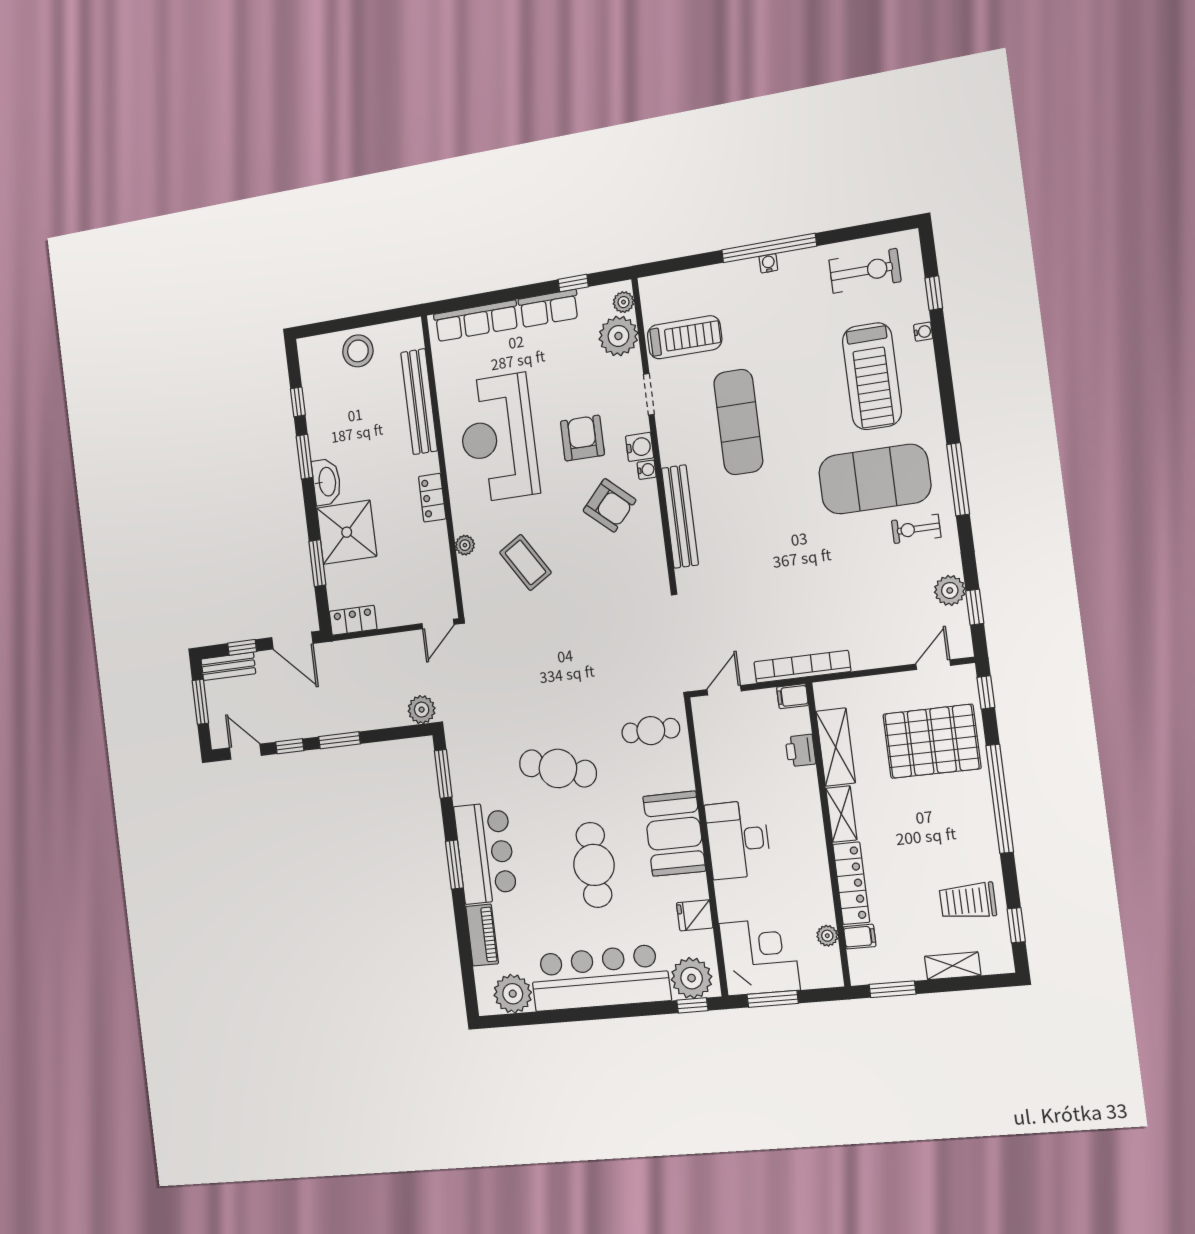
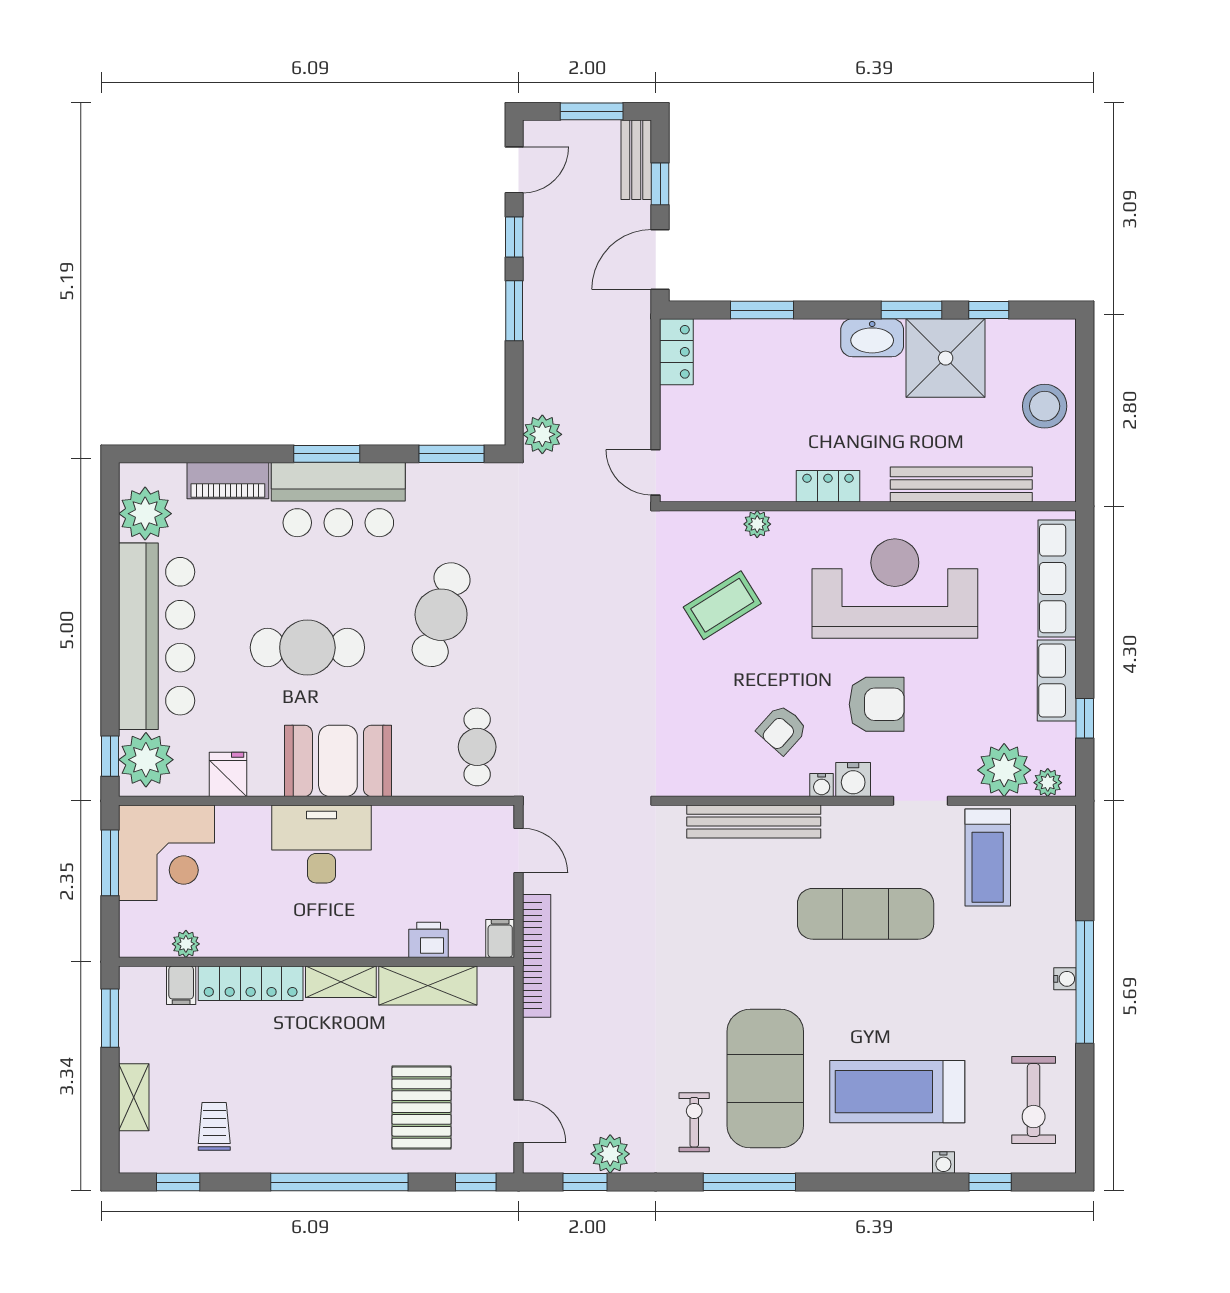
armchair: (609, 505) -> (782, 729), width x0.72, depth x0.72
shower: (347, 532) -> (946, 358), moved
pallet: (932, 741) -> (422, 1108), width x0.73, depth x0.71
trolley: (968, 901) -> (214, 1126), width x0.73, depth x0.72

